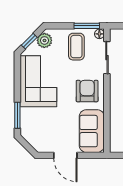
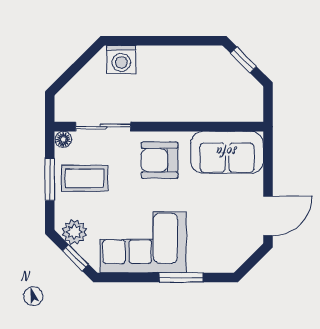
window: (87, 26) -> (50, 179), moved
window: (17, 115) -> (181, 278), moved
door: (65, 155) -> (268, 216), moved

